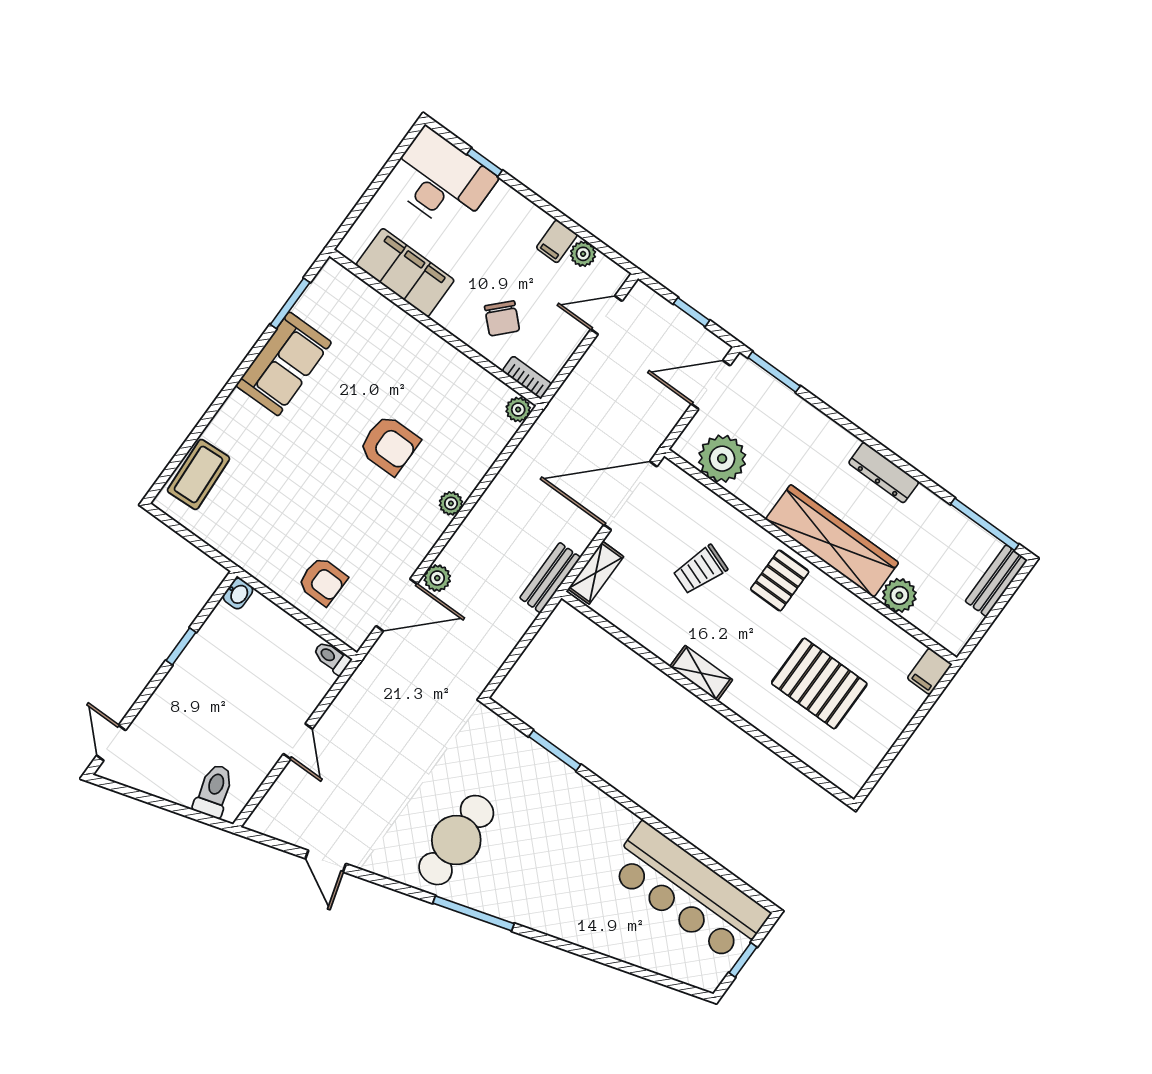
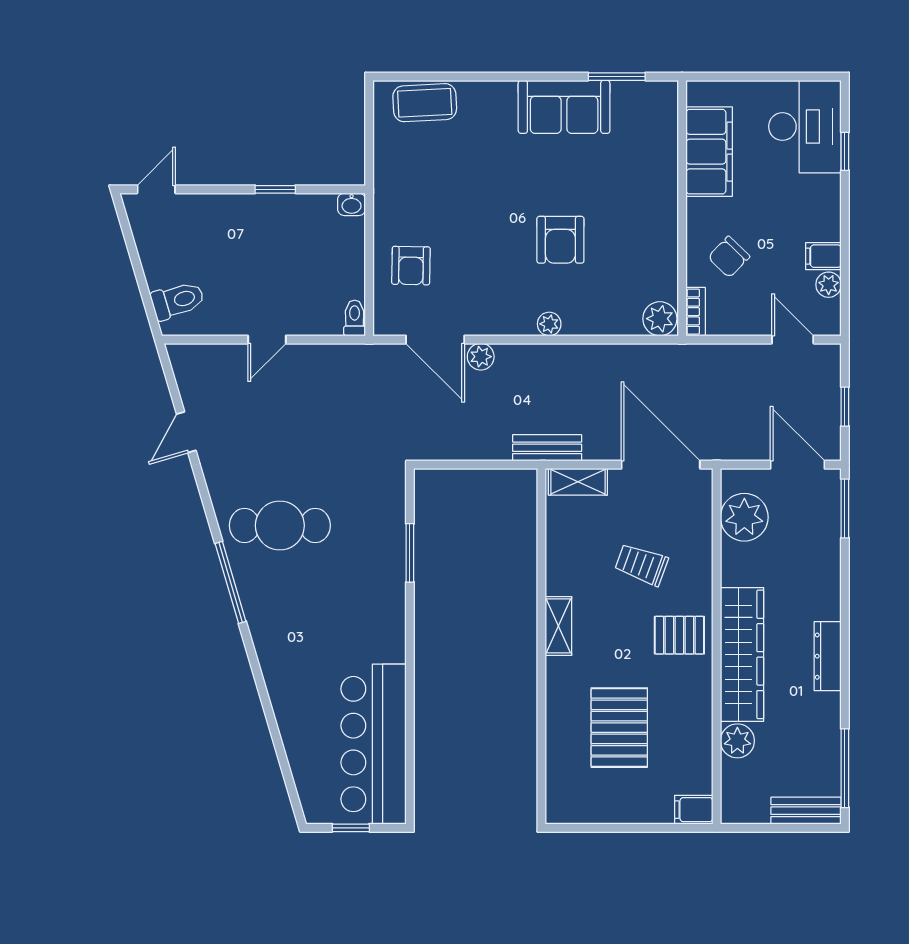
plant: (518, 410) -> (660, 319), width x1.38, depth x1.38

